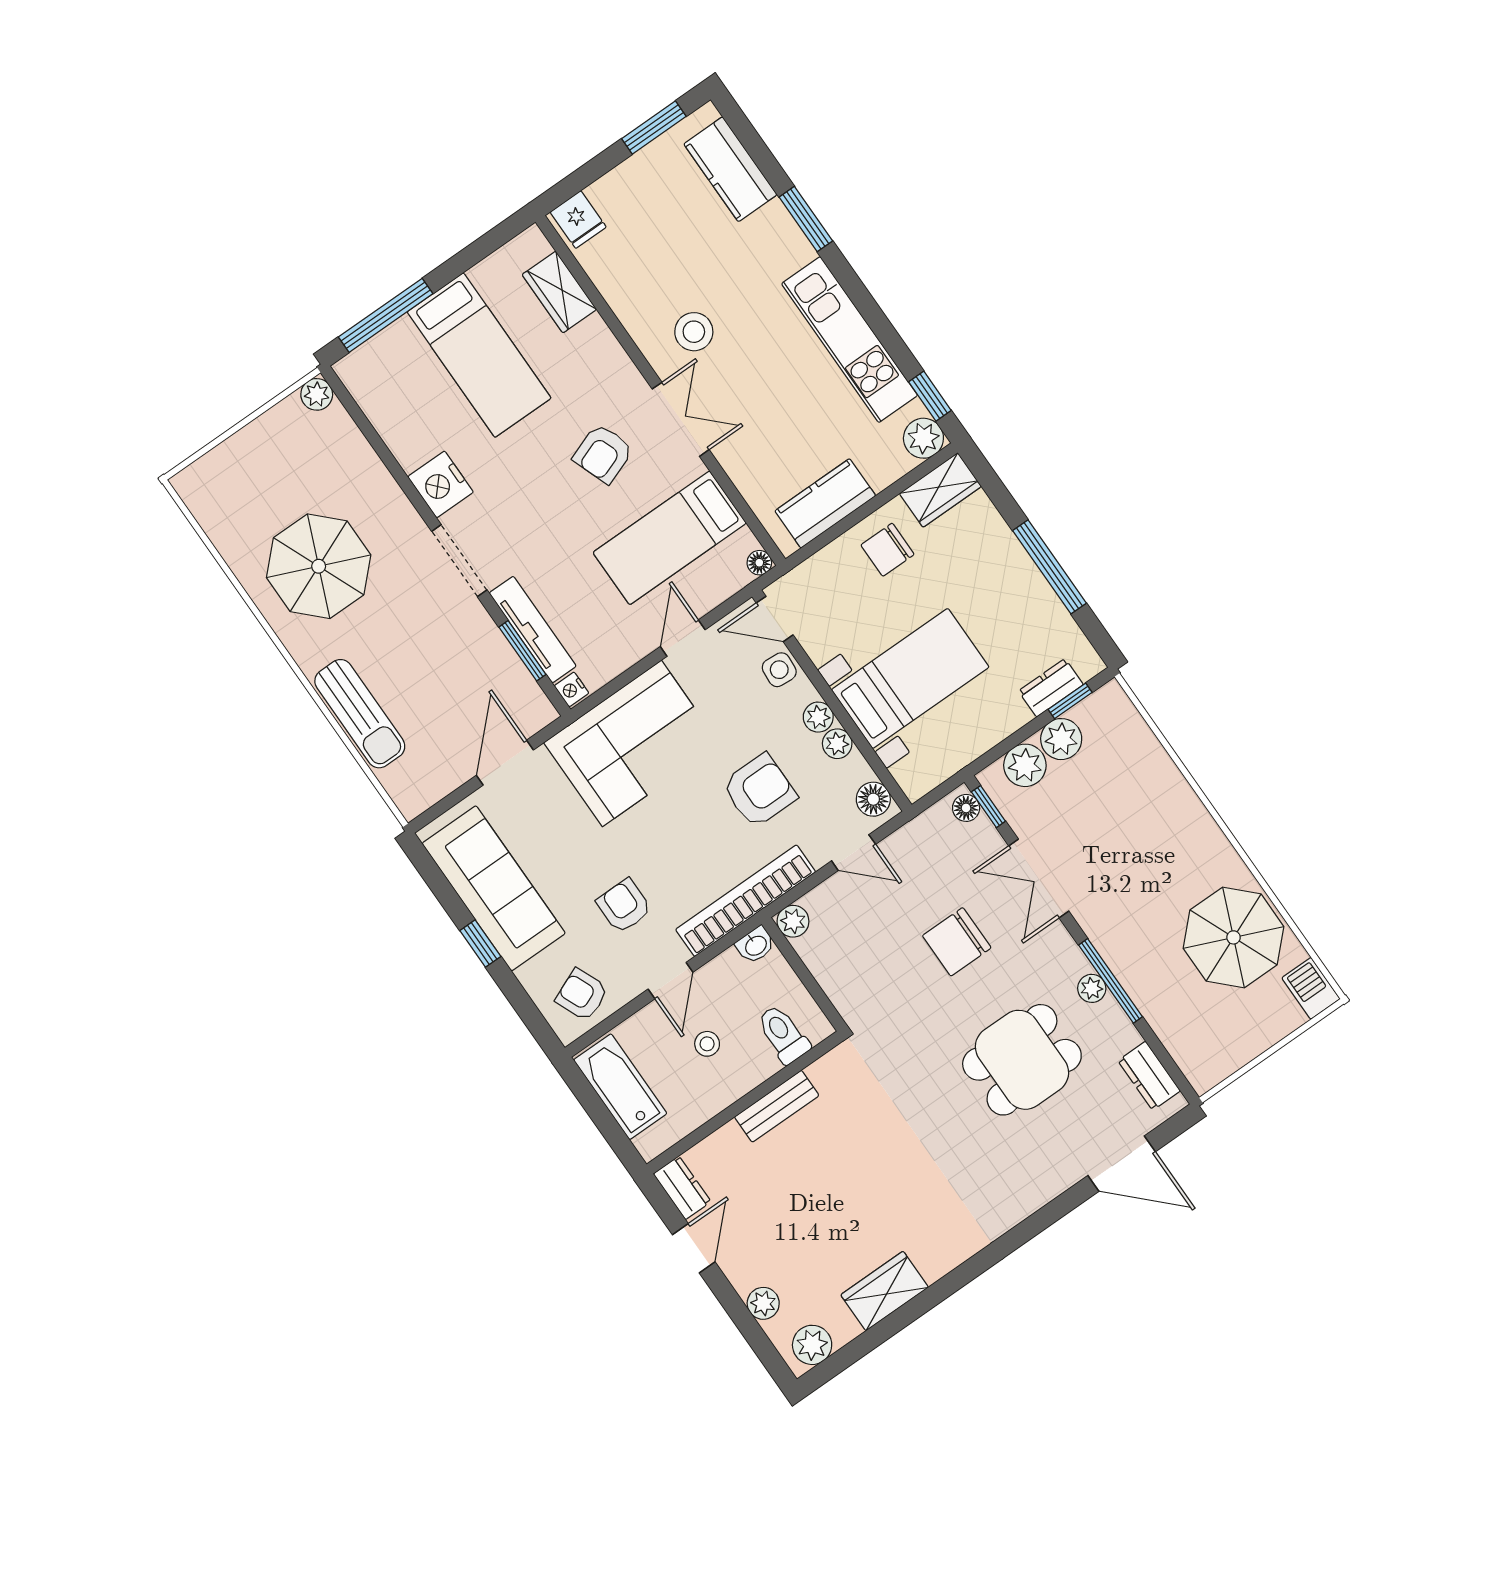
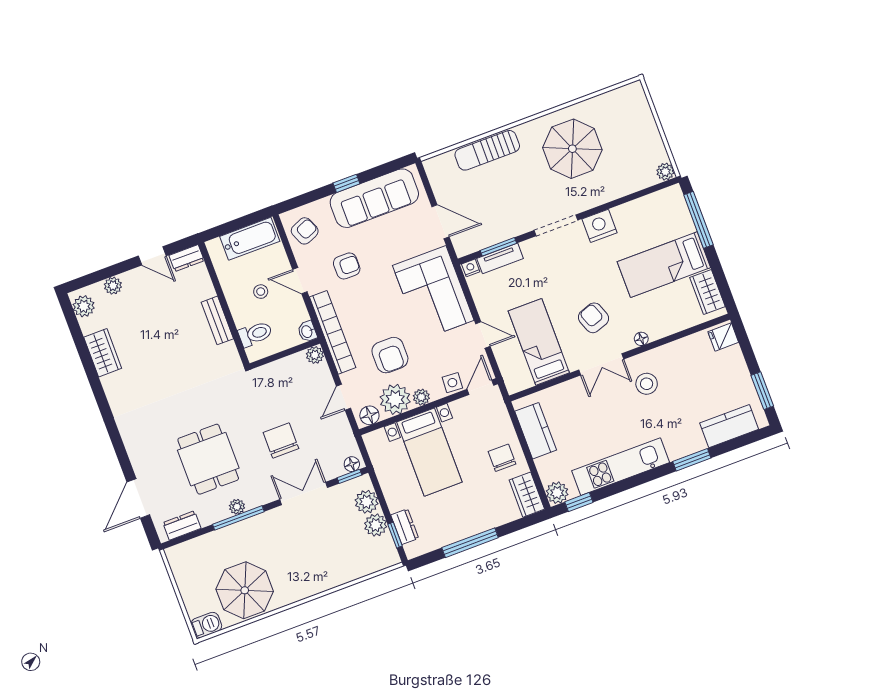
wardrobe: (559, 292) -> (707, 292), moved, turned -90
floor lamp: (759, 563) -> (641, 339), moved
tv unit: (533, 630) -> (500, 258), width x0.71
plant: (837, 744) -> (395, 399), width x1.88, depth x1.88

